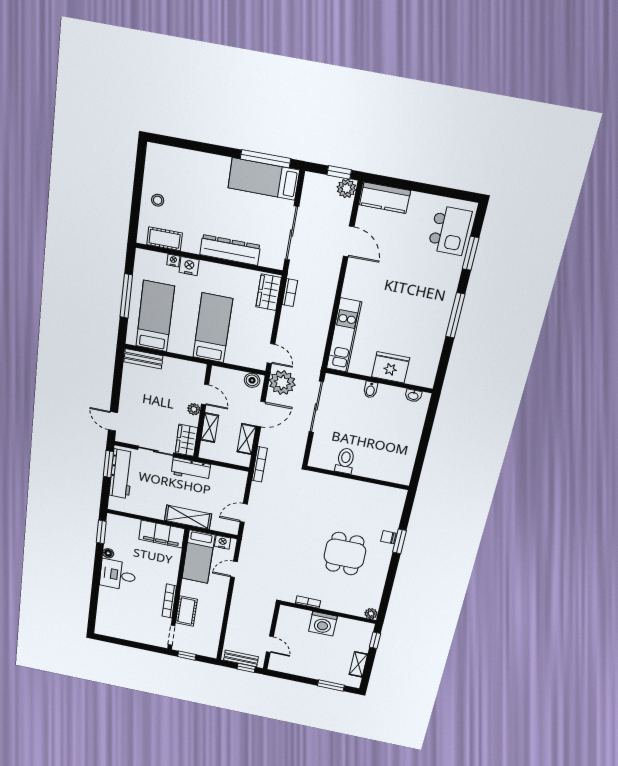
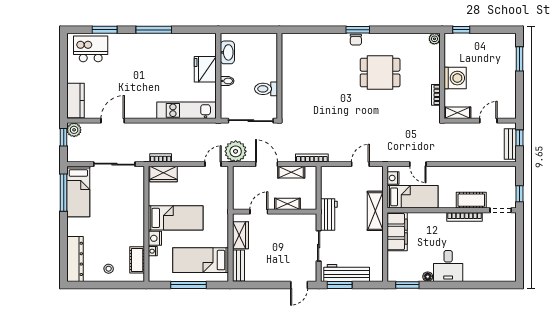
dresser: (230, 250) -> (75, 259), moved, turned 180
bed: (213, 328) -> (176, 218), moved, turned 180
boiler: (252, 380) -> (239, 176), removed
washbasin: (413, 396) -> (227, 52), width x1.91, depth x1.45
plant: (194, 409) -> (274, 219), removed
wardrobe: (186, 440) -> (240, 235), moved, turned -90
toilet: (345, 461) -> (266, 89), moved
wall: (358, 478) -> (279, 76), moved
door: (244, 513) -> (360, 164), swing flipped
shelving: (358, 664) -> (457, 113), moved

